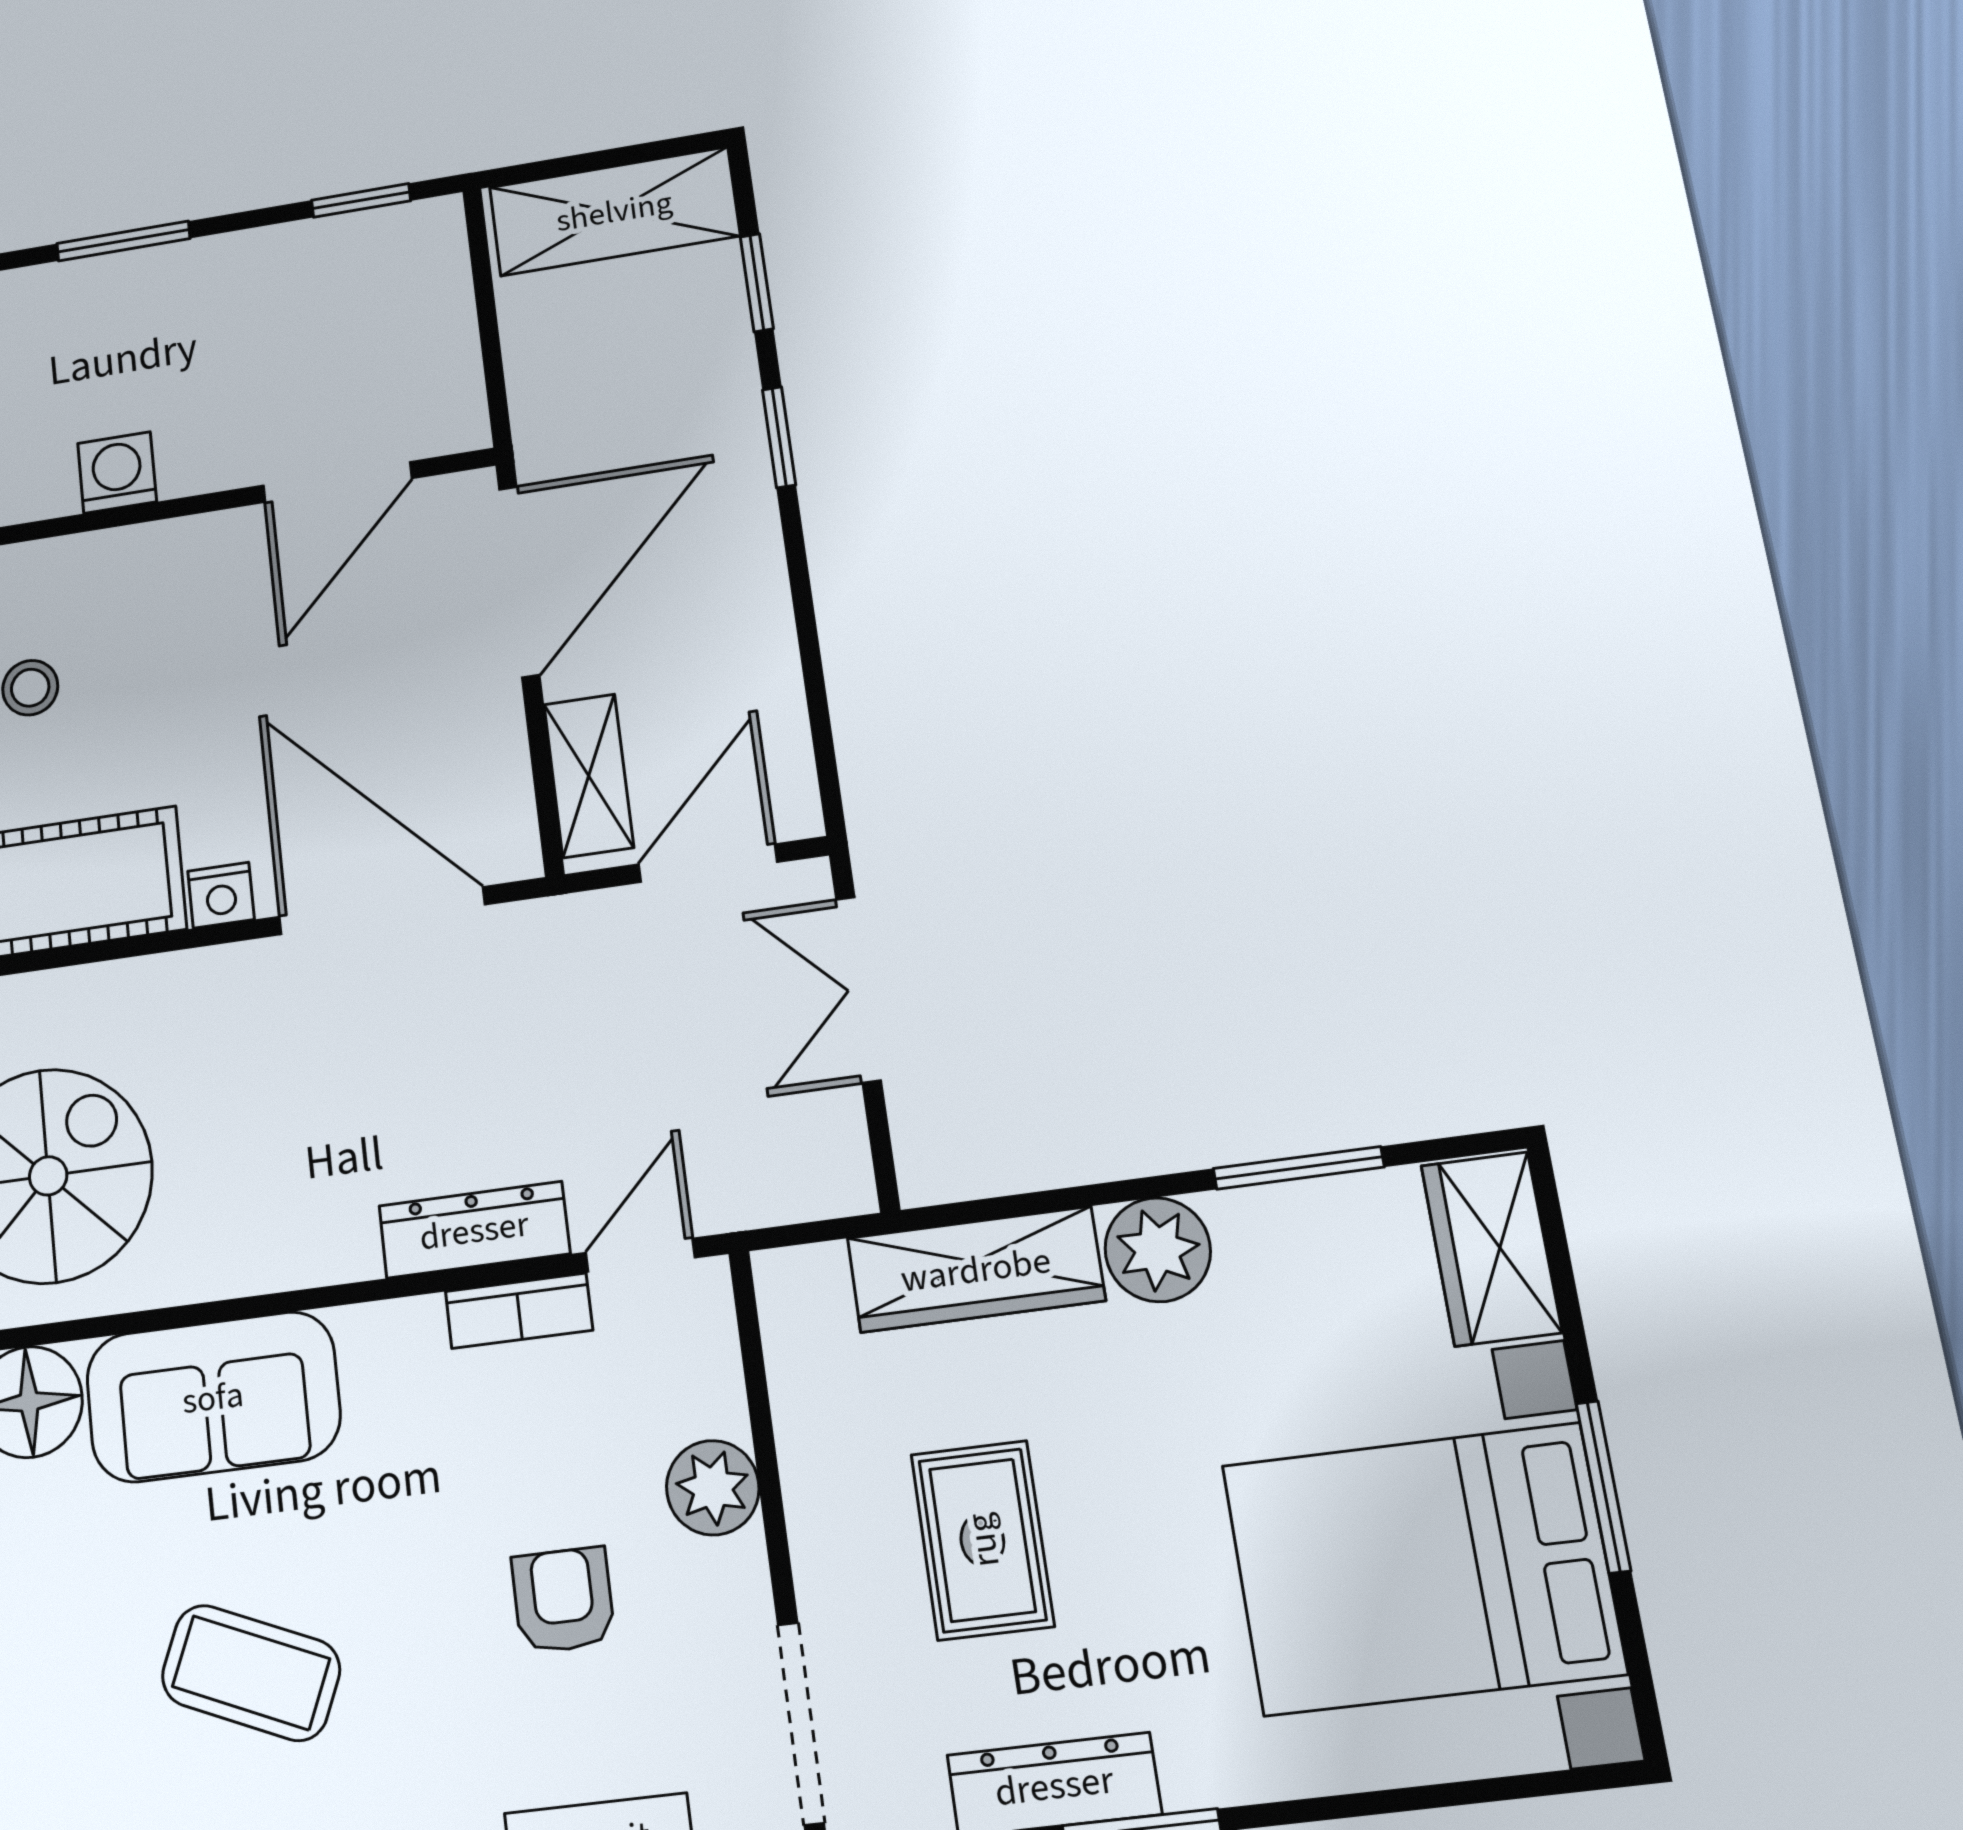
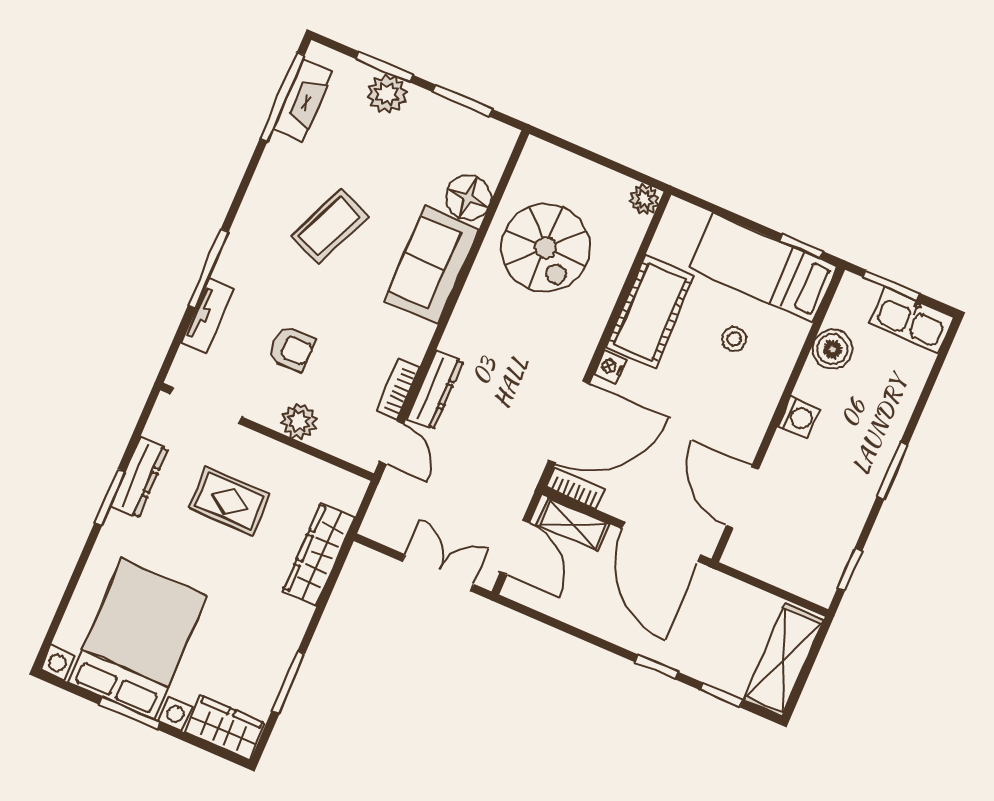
bookcase: (511, 816) -> (575, 488), added
plant: (1158, 1250) -> (289, 619), removed

